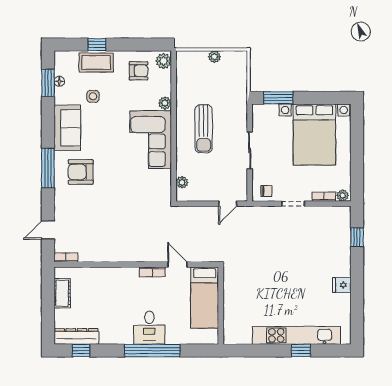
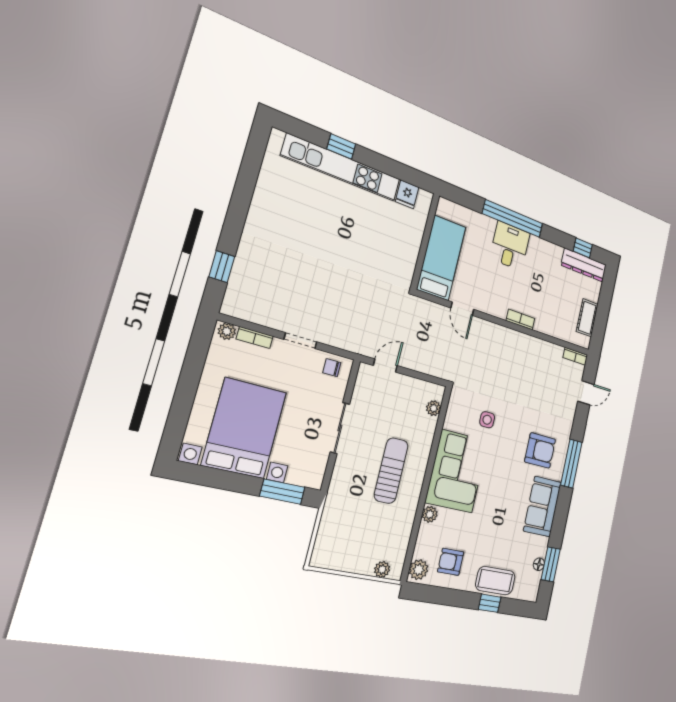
plant: (214, 57) -> (382, 569), moved
side table: (93, 96) -> (487, 420), moved
bookcase: (152, 272) -> (521, 320), moved
fridge: (342, 285) -> (407, 194), moved, turned 90

